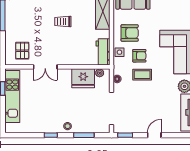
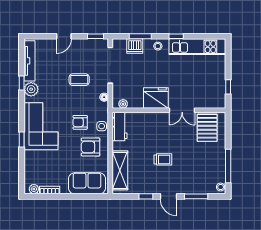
pallet: (22, 51) -> (207, 128), width x1.50, depth x1.42
double door: (45, 67) -> (182, 110), swing flipped
coffee table: (142, 75) -> (79, 80), moved
fridge: (83, 78) -> (156, 98), moved
kitchen unit: (12, 97) -> (197, 47), moved, turned -90
dishwasher: (89, 126) -> (135, 46), added

